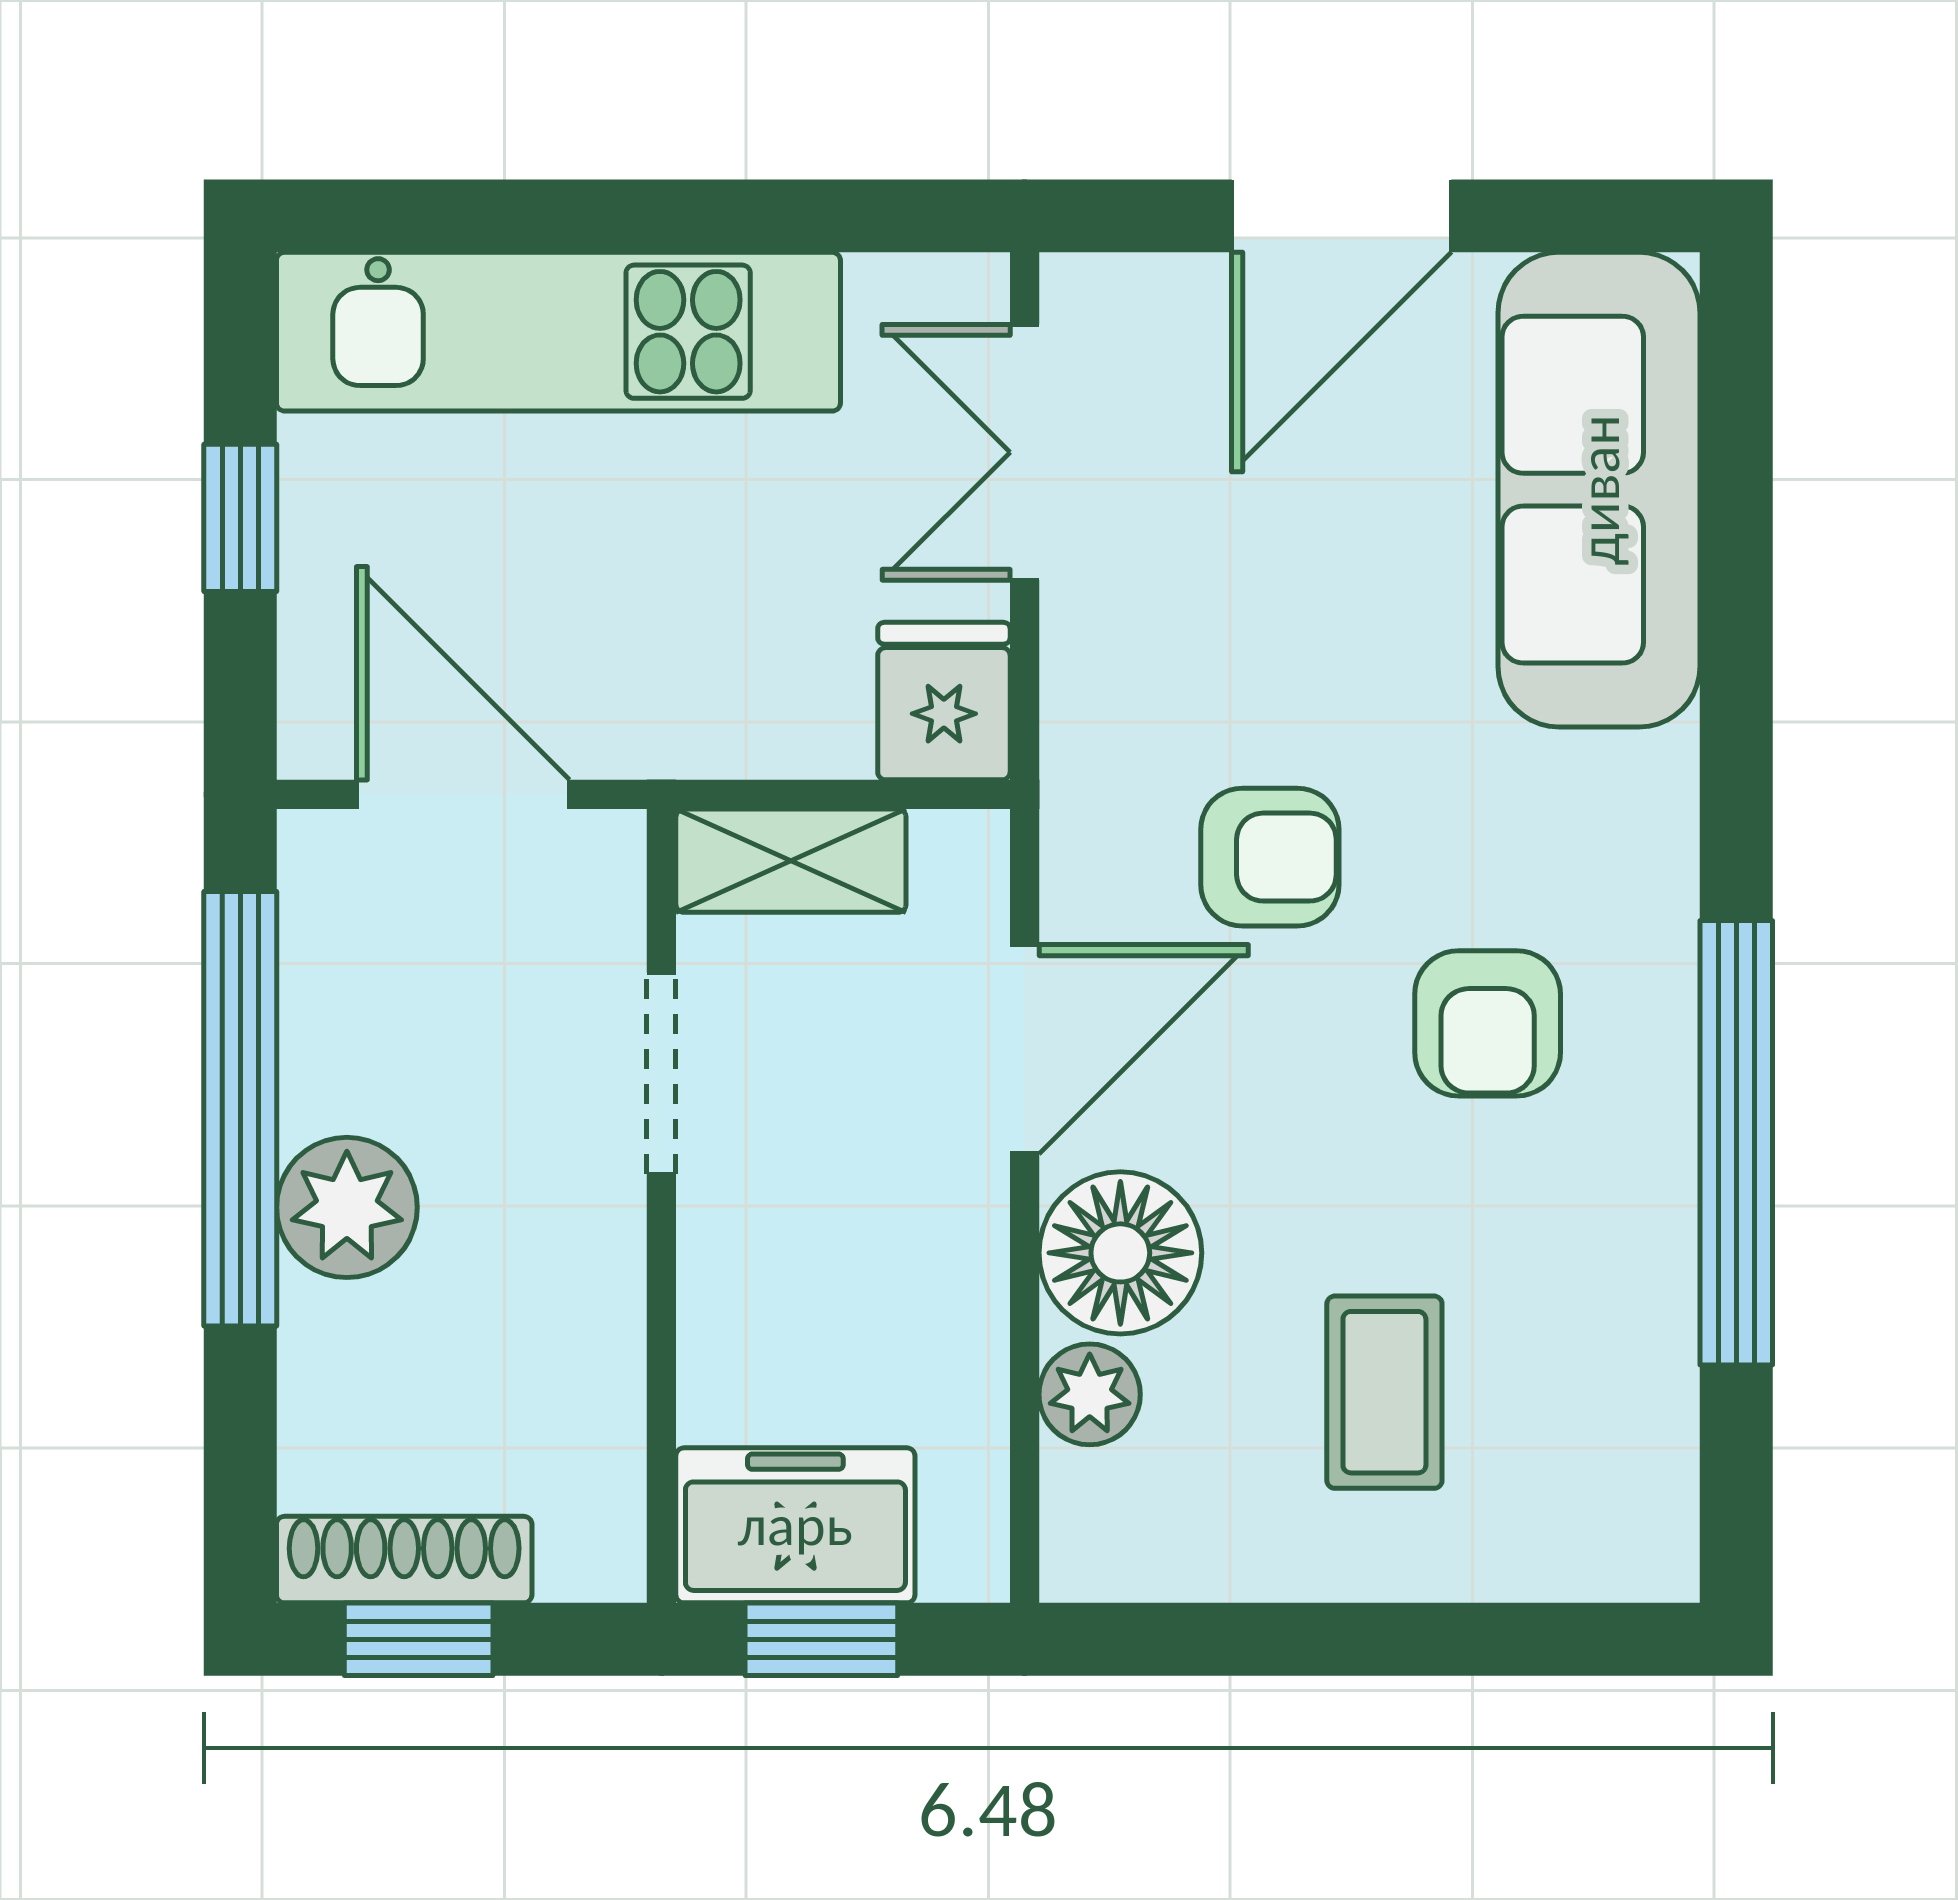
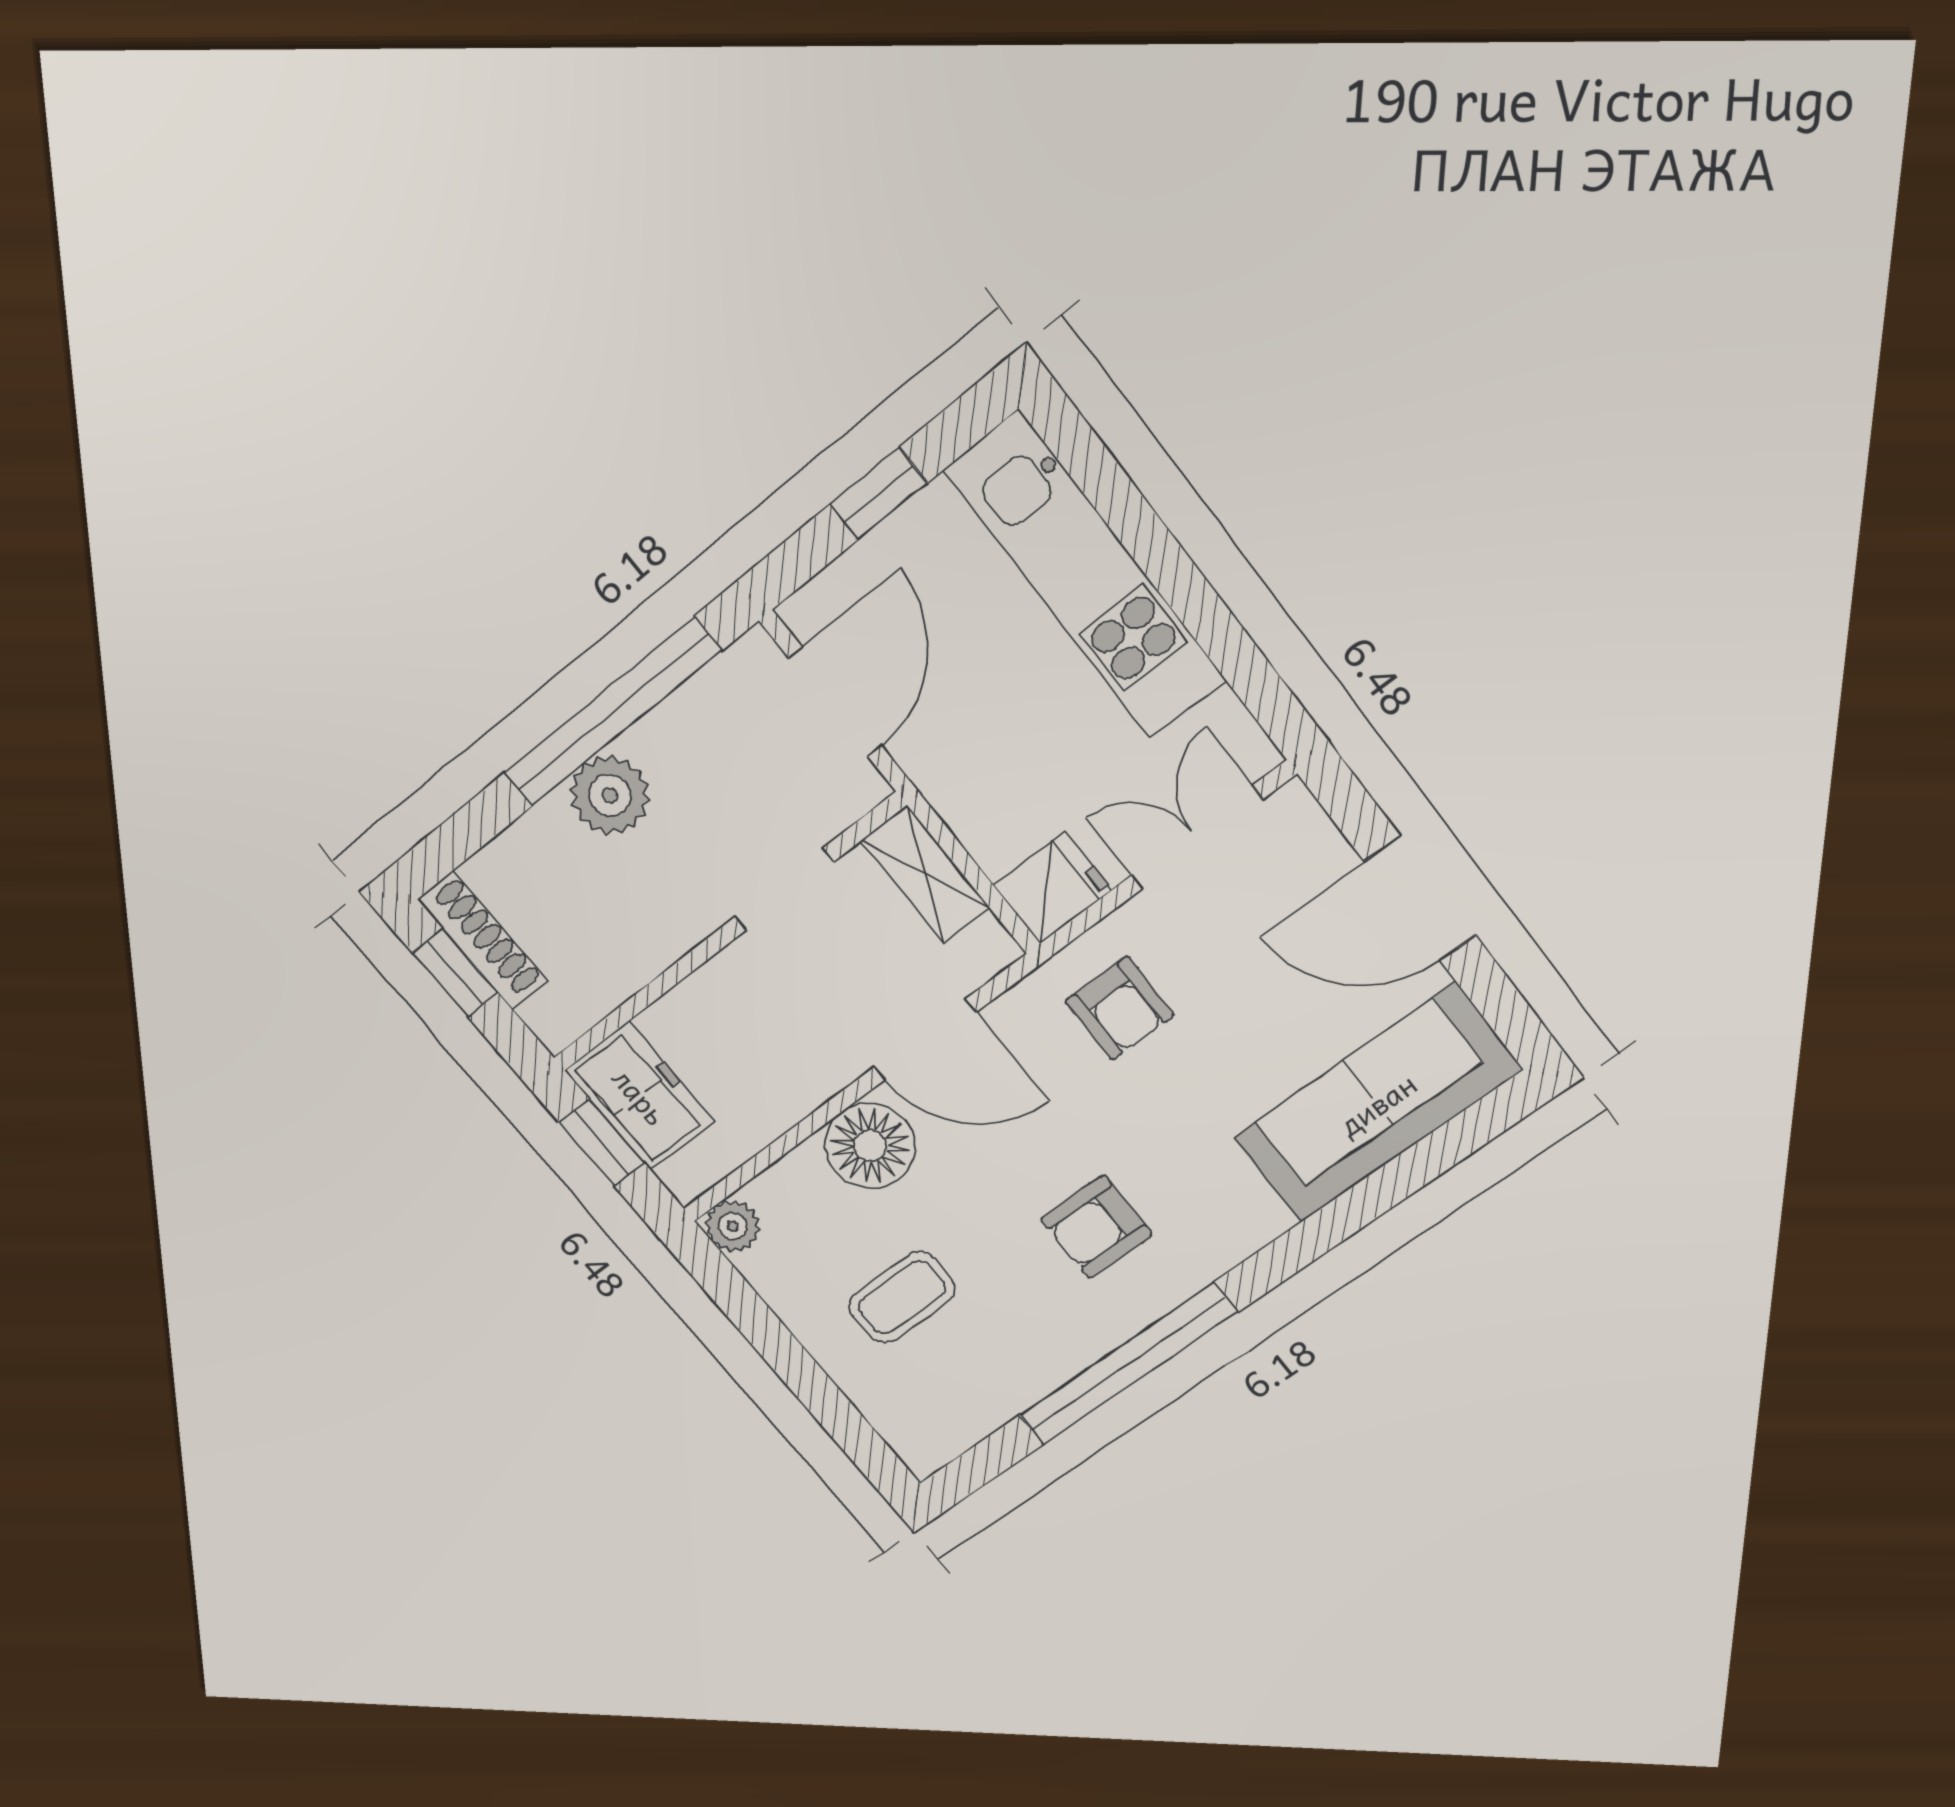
armchair: (1270, 857) -> (1120, 1008), moved
plant: (1090, 1394) -> (733, 1226), moved

